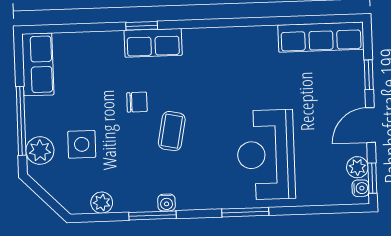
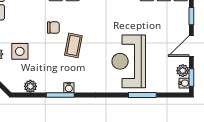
window: (245, 212) -> (142, 95), moved

